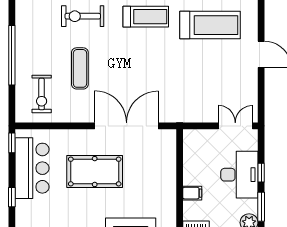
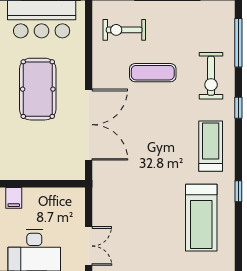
exercise bike: (83, 16) -> (211, 76), turned 180
treadmill: (146, 17) -> (211, 146), turned 180

